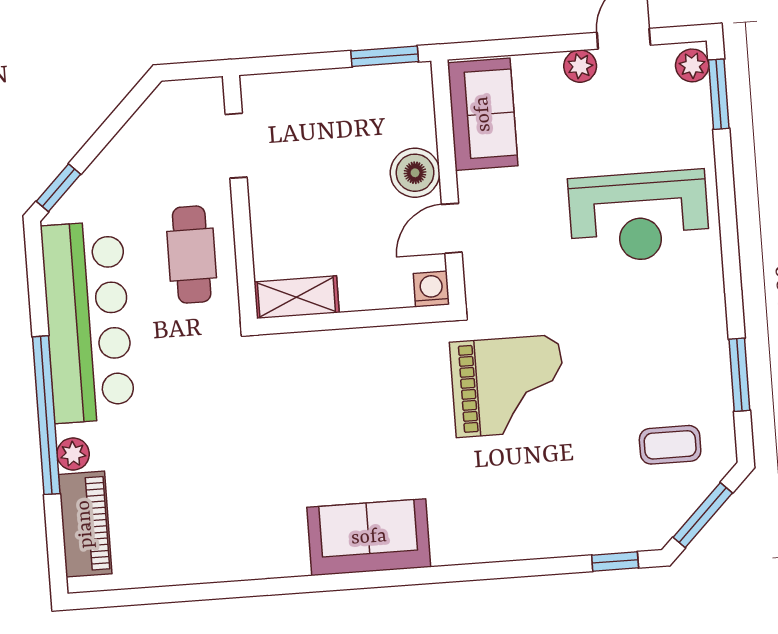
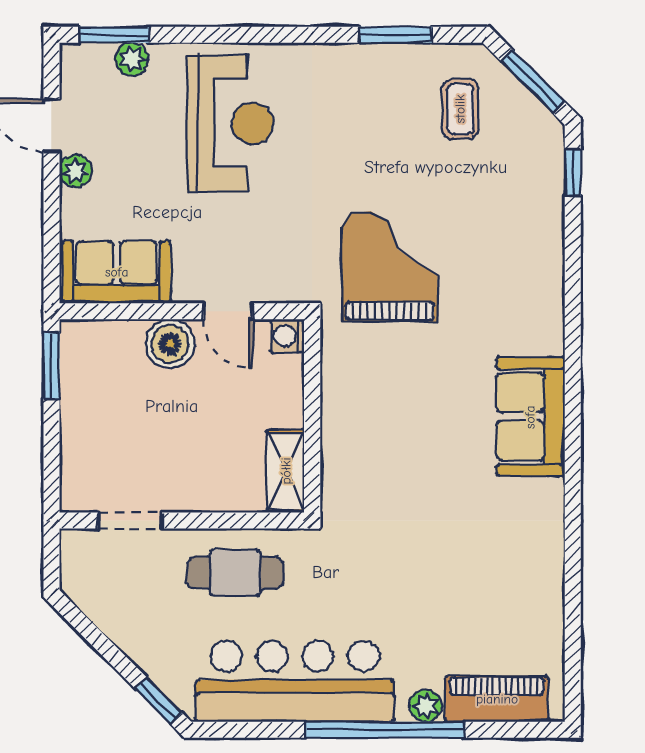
plant: (692, 65) -> (132, 59), moved

